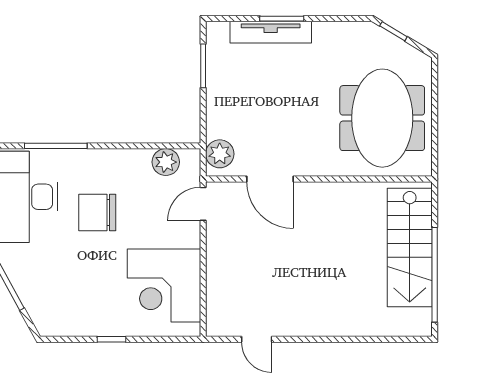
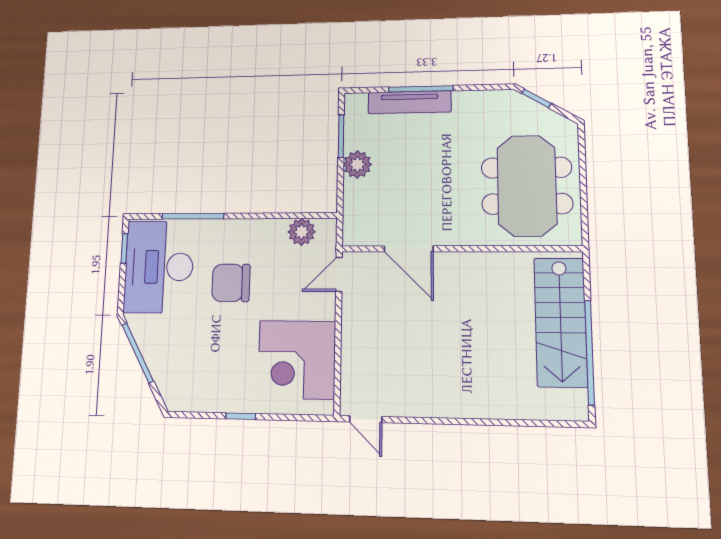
window: (282, 19) -> (421, 89), width x1.44
plant: (220, 154) -> (357, 164), moved
door: (257, 339) -> (366, 419), moved

